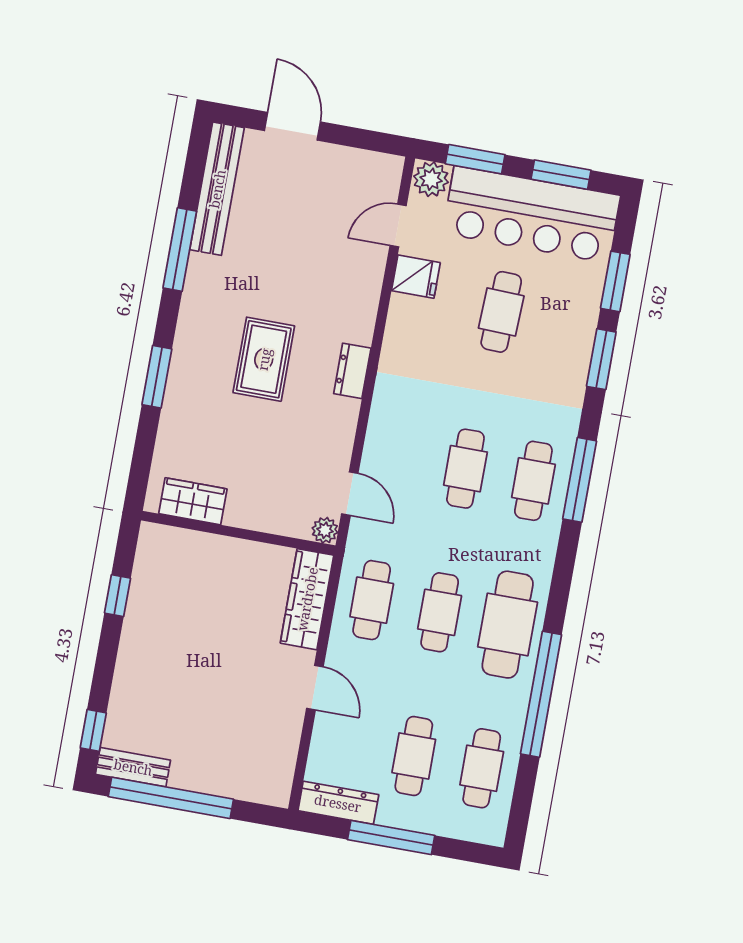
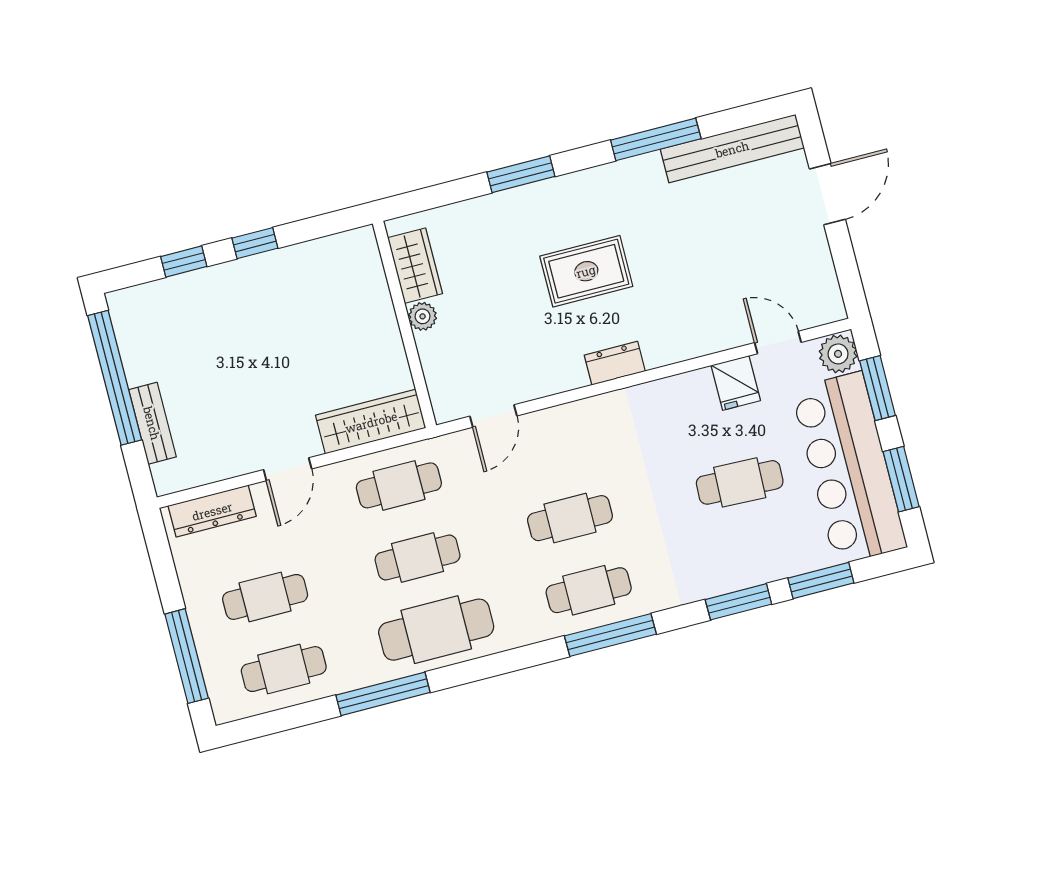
plant: (325, 530) -> (423, 316), moved
window: (117, 596) -> (255, 243), moved
window: (541, 694) -> (383, 694), width x0.68
window: (93, 730) -> (184, 261), moved
bench: (133, 767) -> (152, 423), moved
dresser: (338, 803) -> (212, 511), moved, turned 90
window: (391, 838) -> (187, 656), moved

